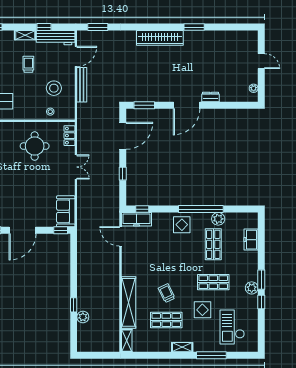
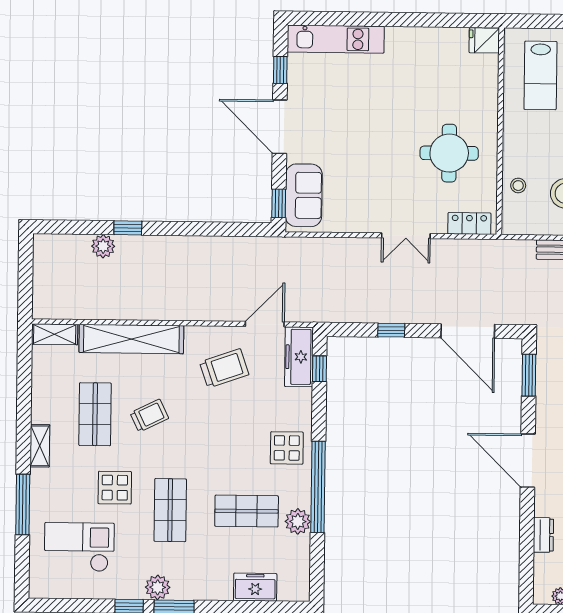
dresser: (211, 97) -> (543, 535), moved
sofa: (66, 211) -> (304, 195), moved, turned 90
trolley: (143, 256) -> (224, 368), added

